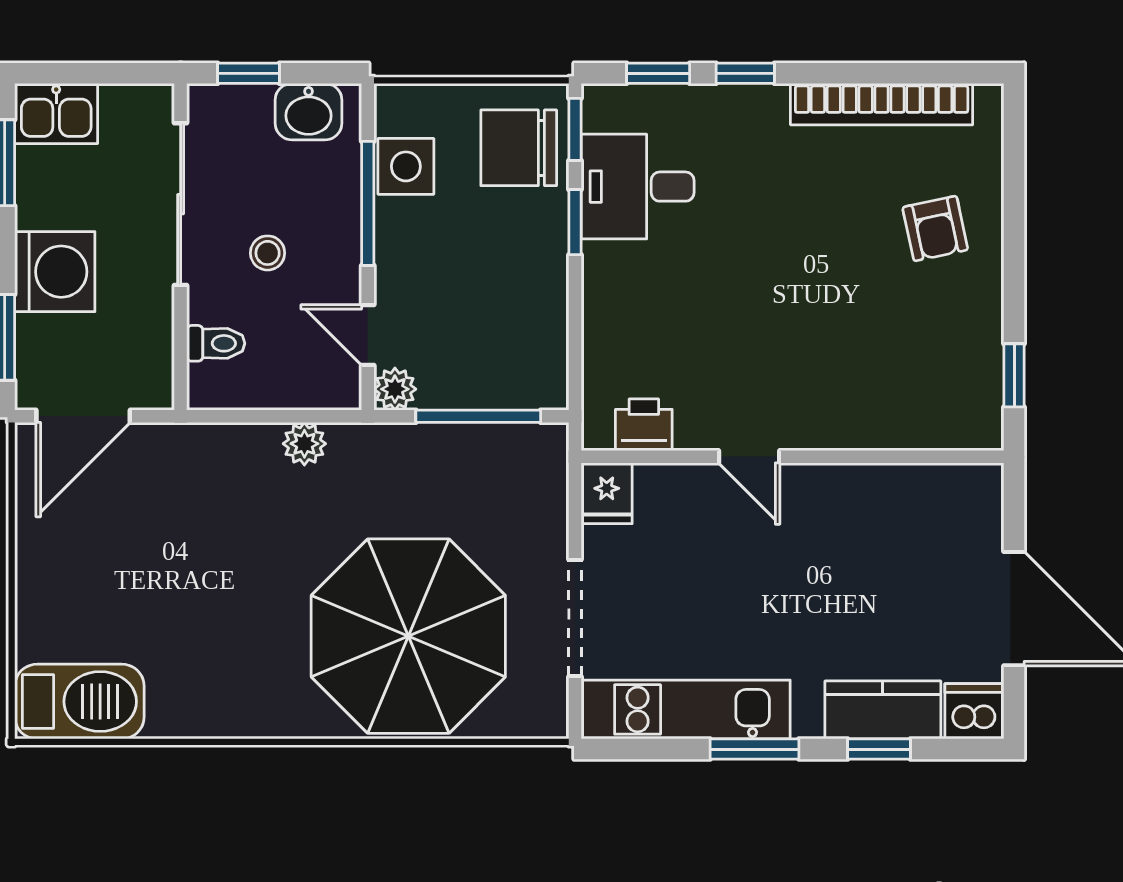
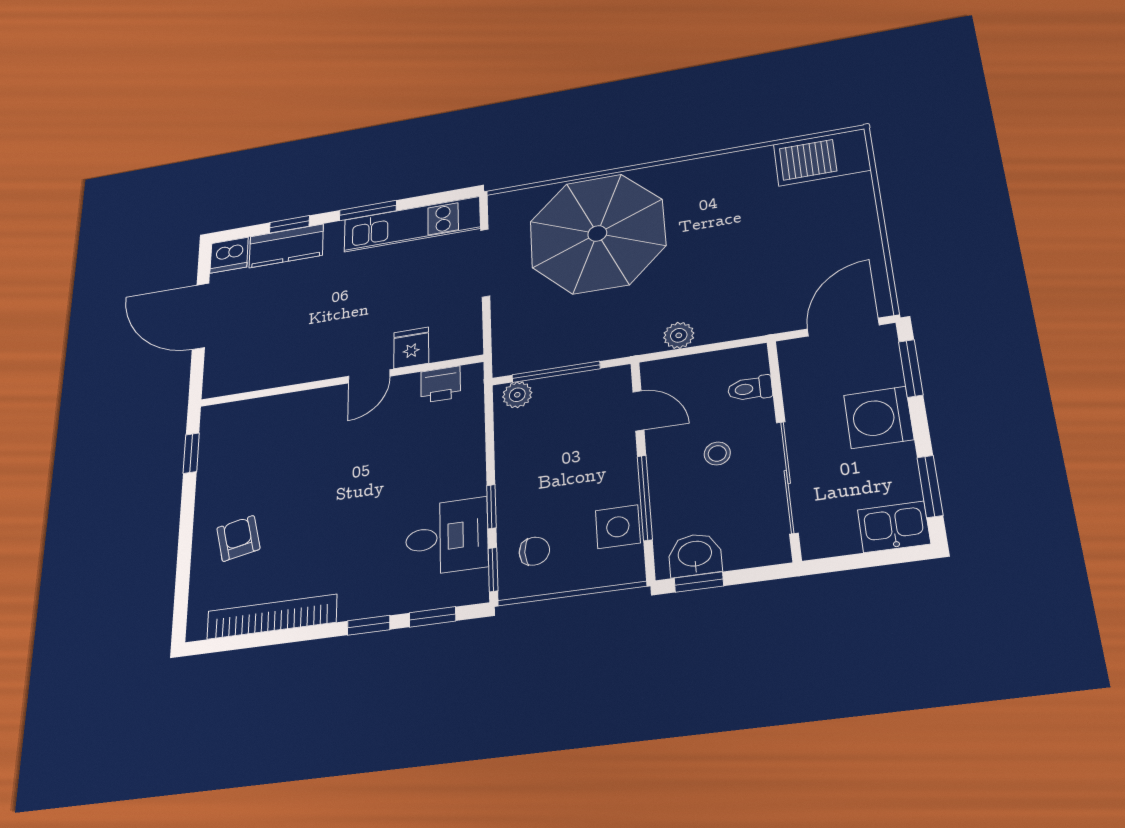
window: (248, 73) -> (699, 582), moved
chair: (519, 148) -> (534, 551), width x0.54, depth x0.54
plant: (395, 389) -> (517, 395), moved
door: (749, 457) -> (369, 376), swing flipped
fridge: (607, 493) -> (411, 348), moved

